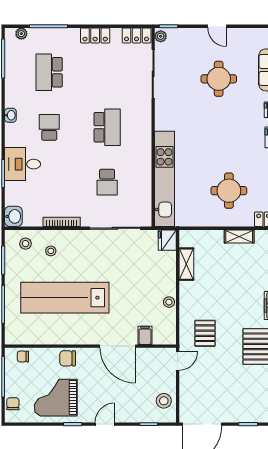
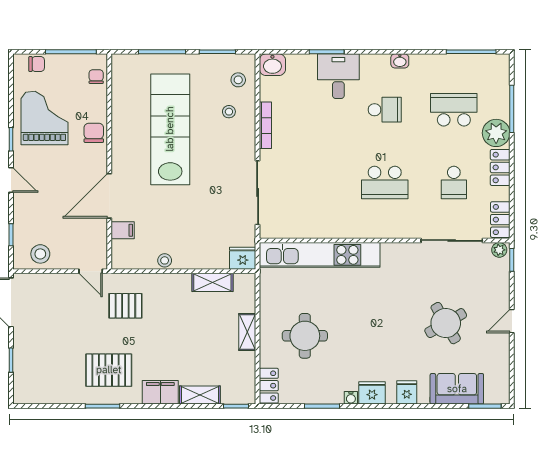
plant: (21, 34) -> (496, 133), moved, width x1.87, depth x1.87
round table: (219, 79) -> (446, 323), turned -30
school desk: (107, 182) -> (454, 183), moved, turned -90
shelving: (239, 236) -> (247, 332), moved

